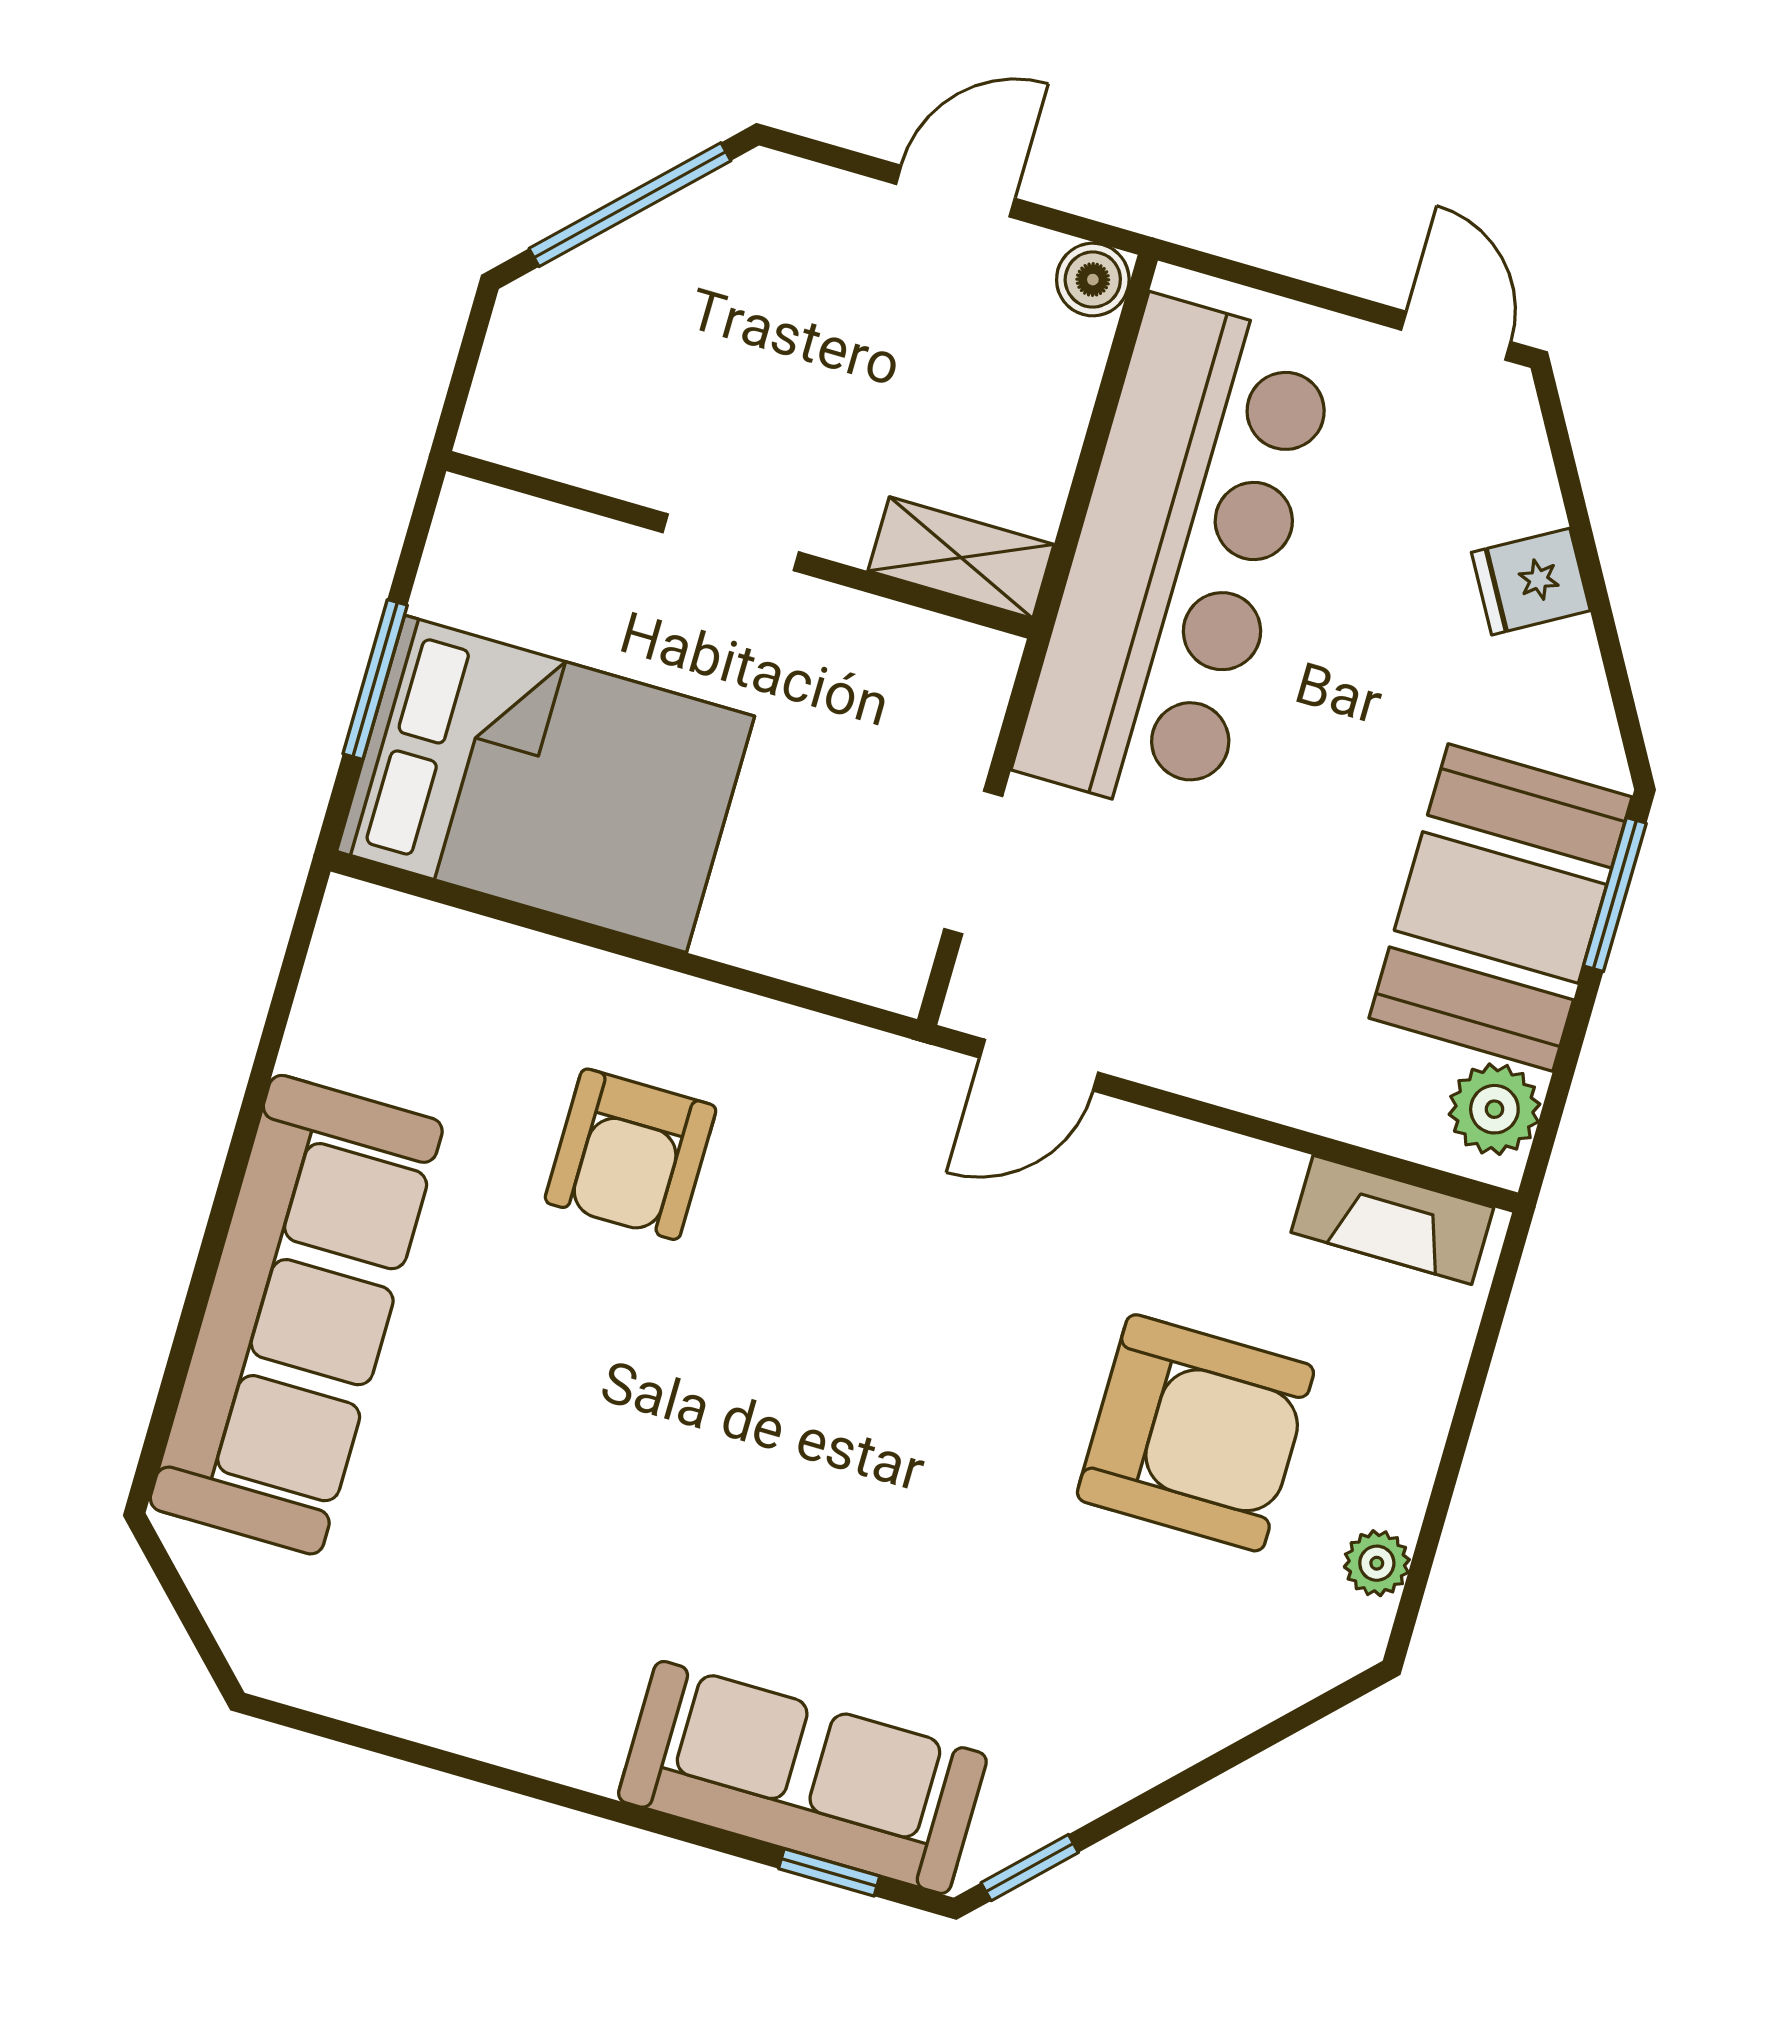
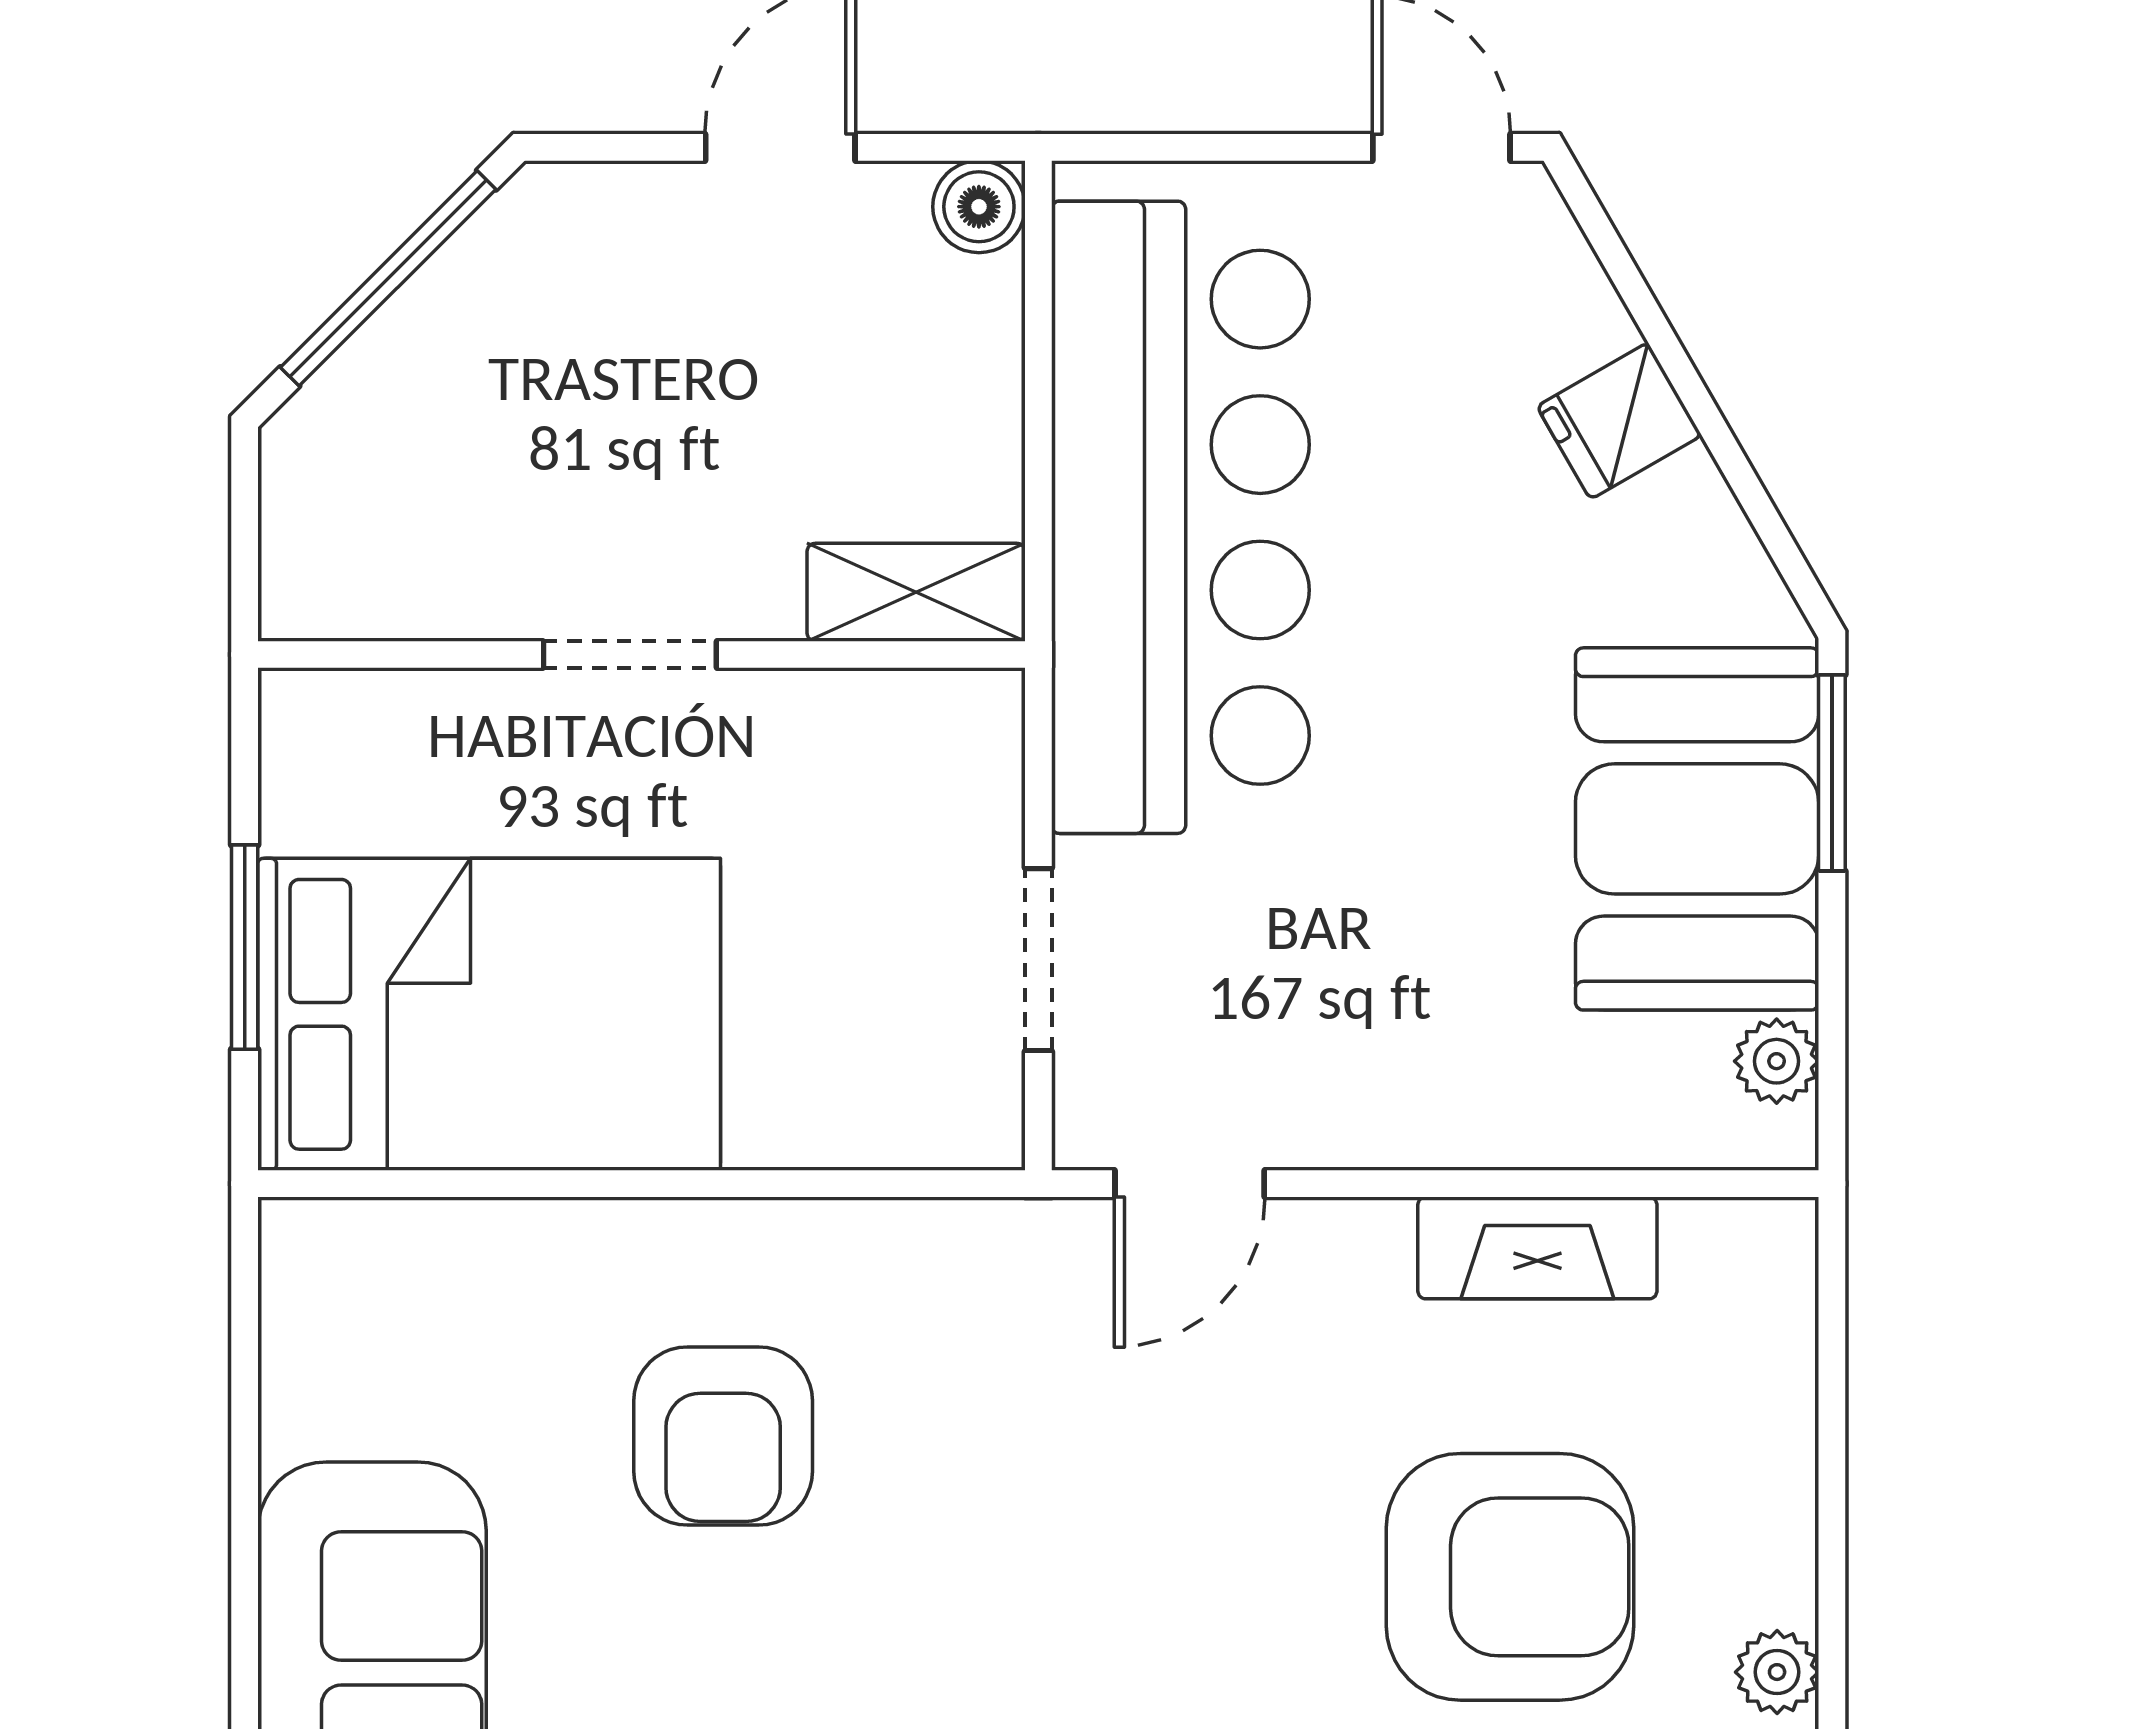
plant: (1494, 1109) -> (1777, 1061), width x0.73, depth x0.73
fireplace: (1392, 1220) -> (1537, 1248), moved

